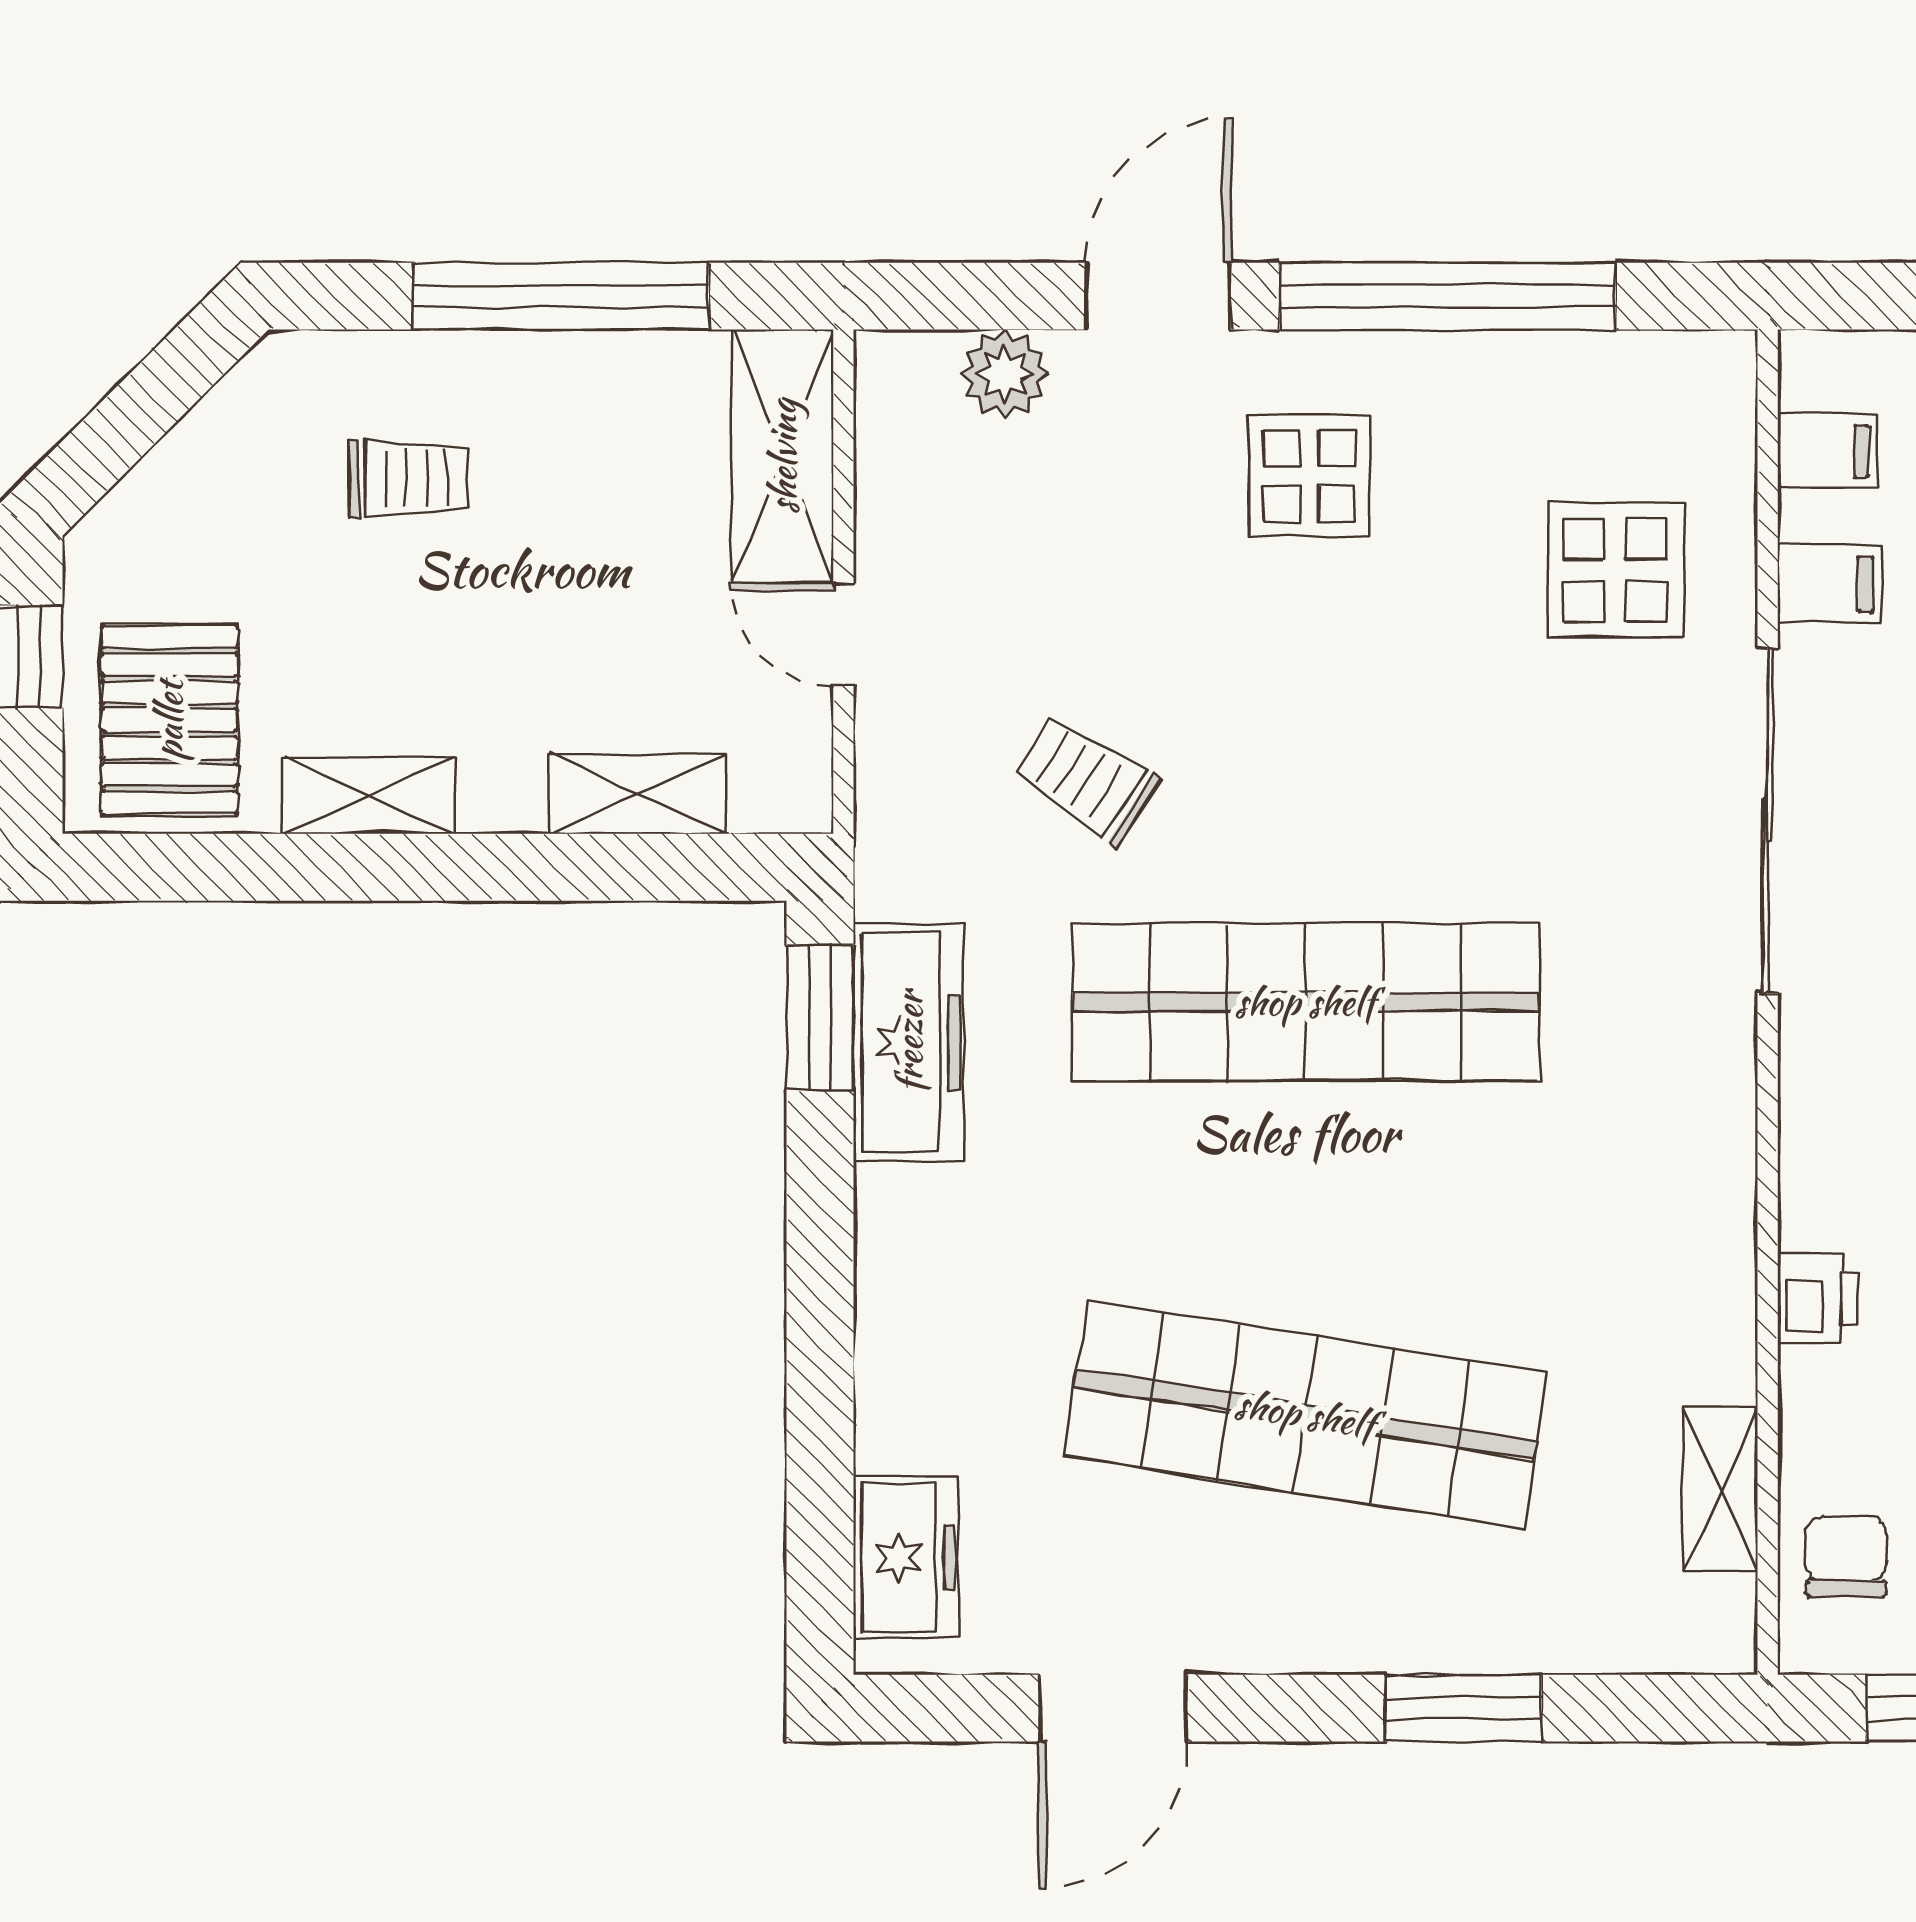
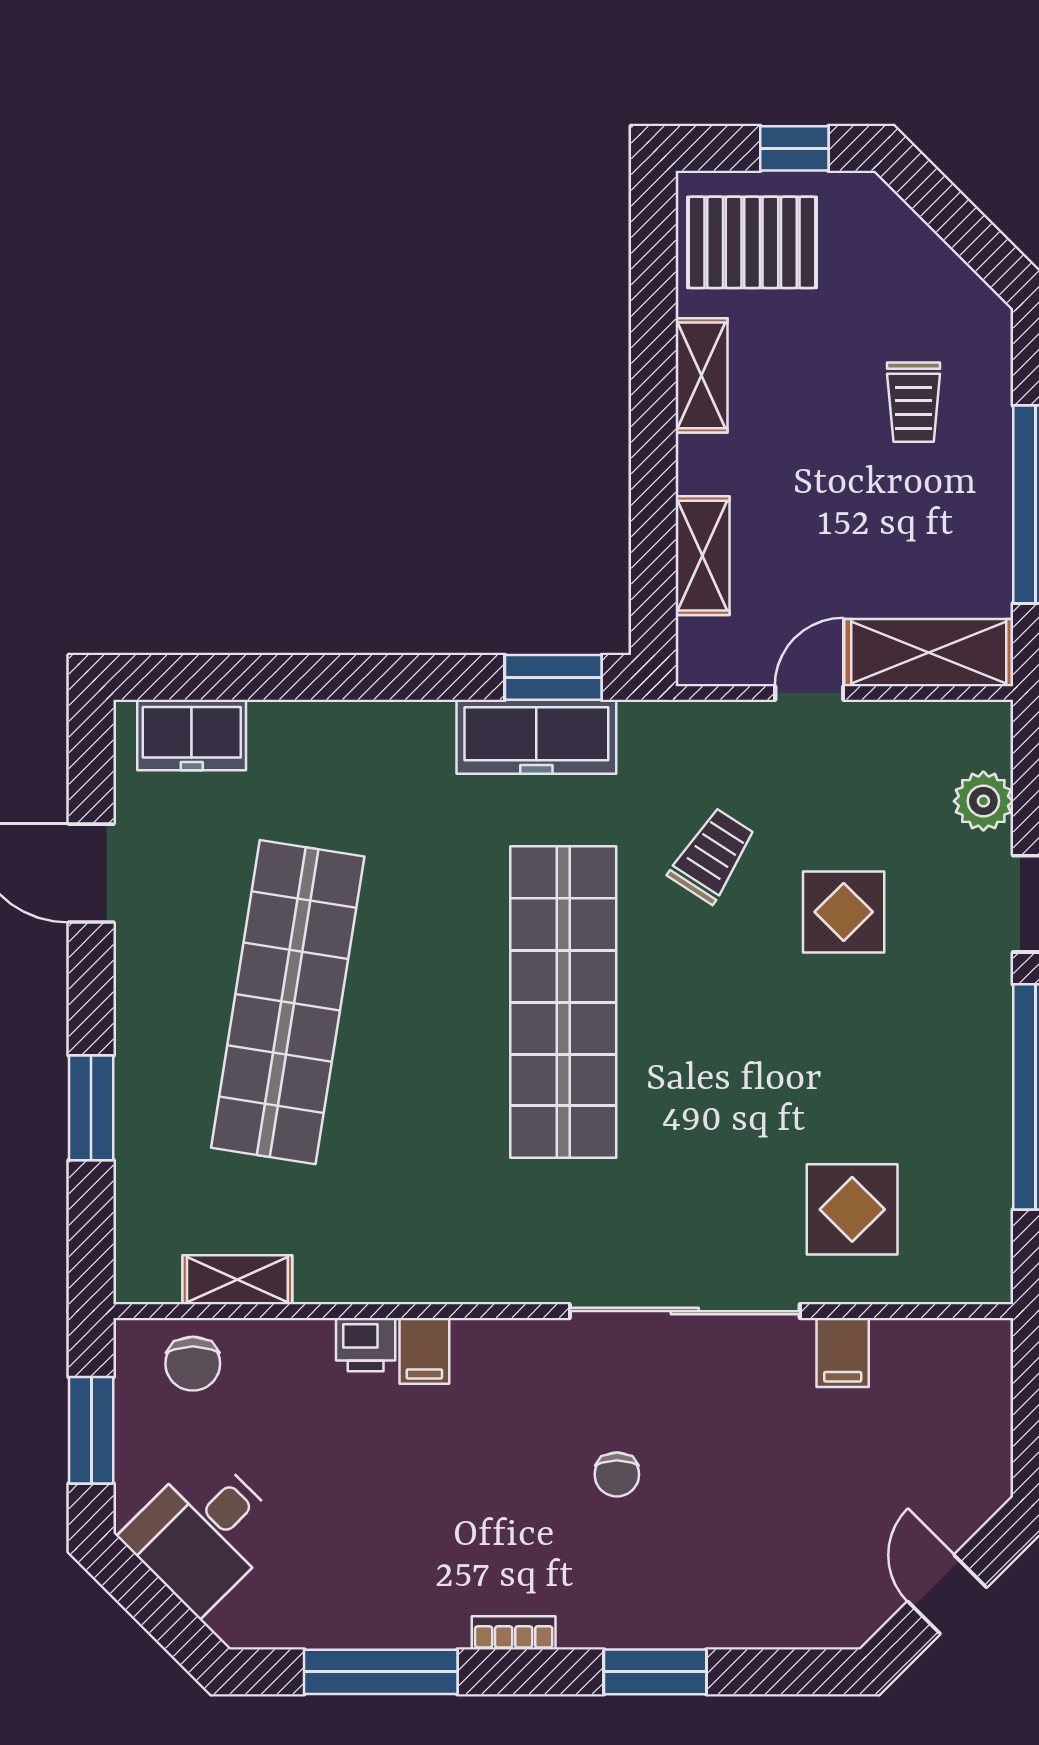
filing cabinet: (1827, 451) -> (424, 1351), moved
display table: (1309, 476) -> (844, 912), moved
chair: (1846, 1556) -> (193, 1364), turned 90

